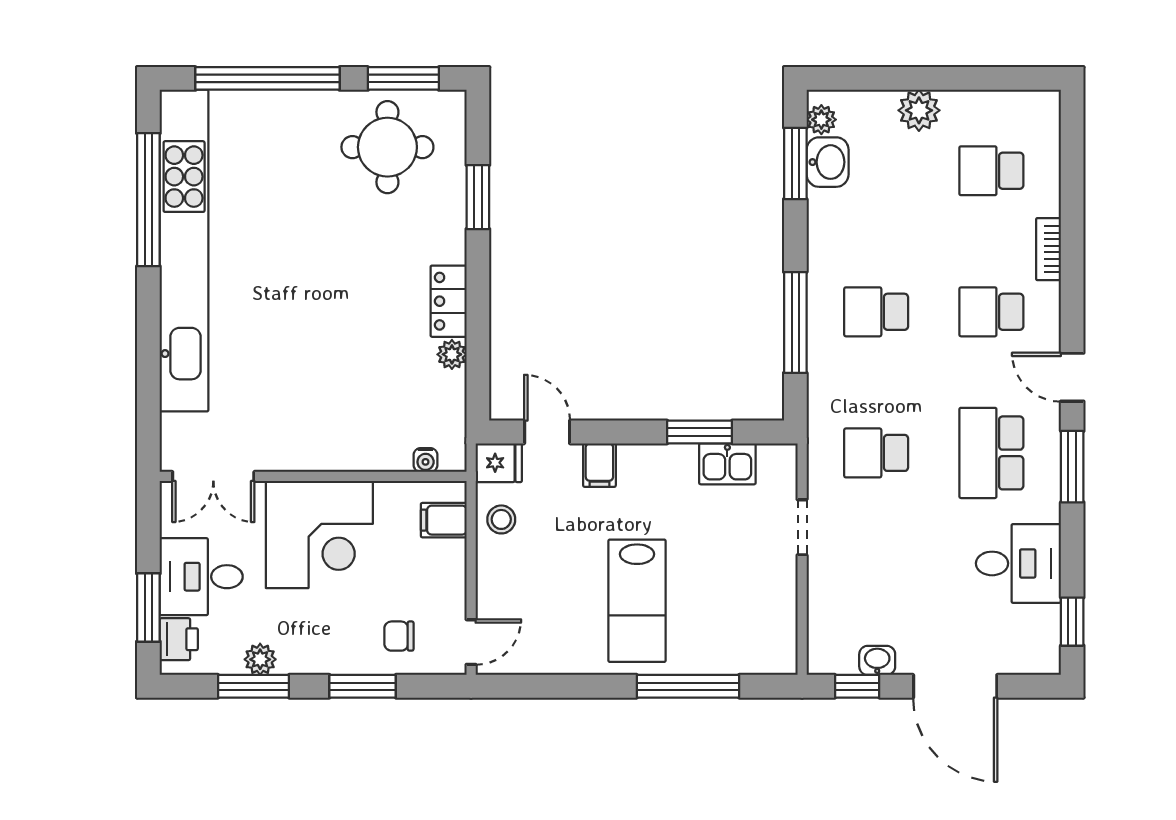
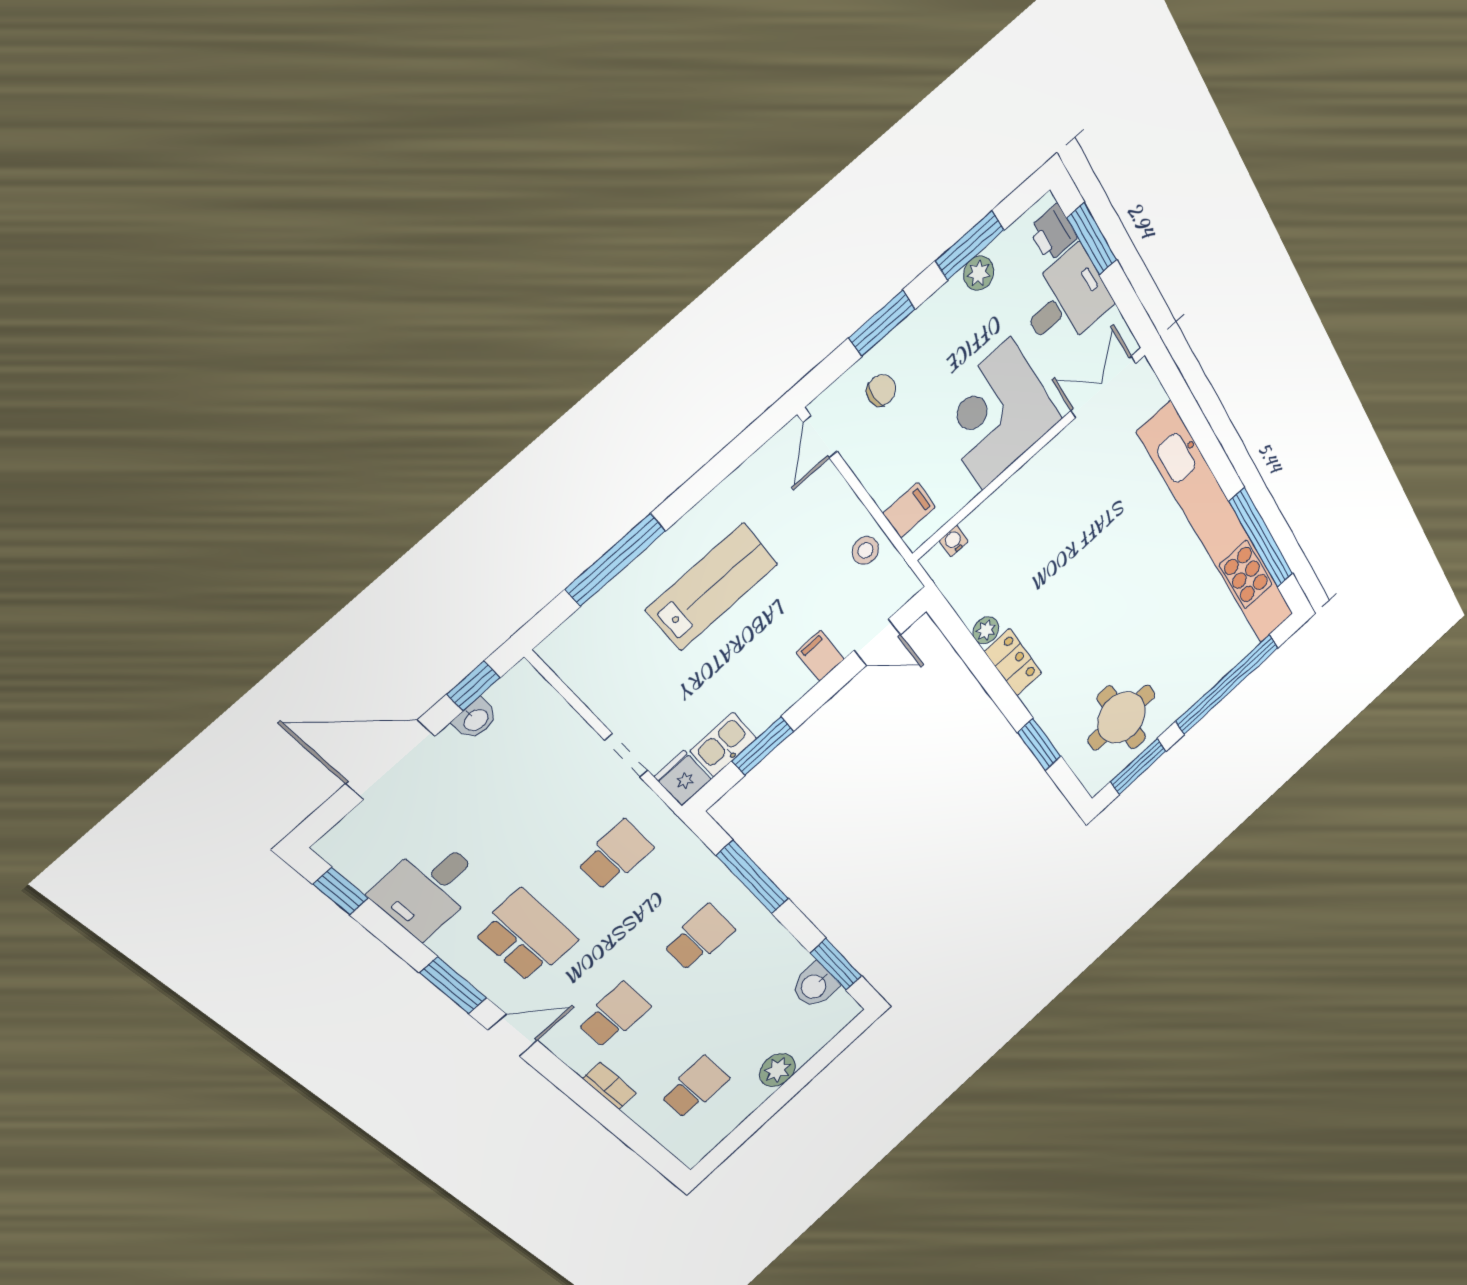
plant: (821, 120) -> (840, 1004), removed
fridge: (499, 463) -> (683, 778), moved, turned 90
lab bench: (637, 601) -> (712, 587), turned 90

